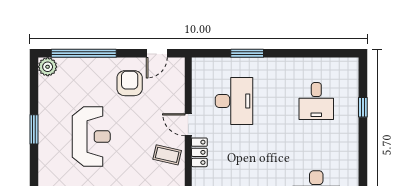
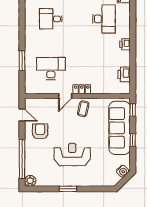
armchair: (130, 83) -> (40, 131), turned 90
desk: (316, 101) -> (51, 19), turned 180

